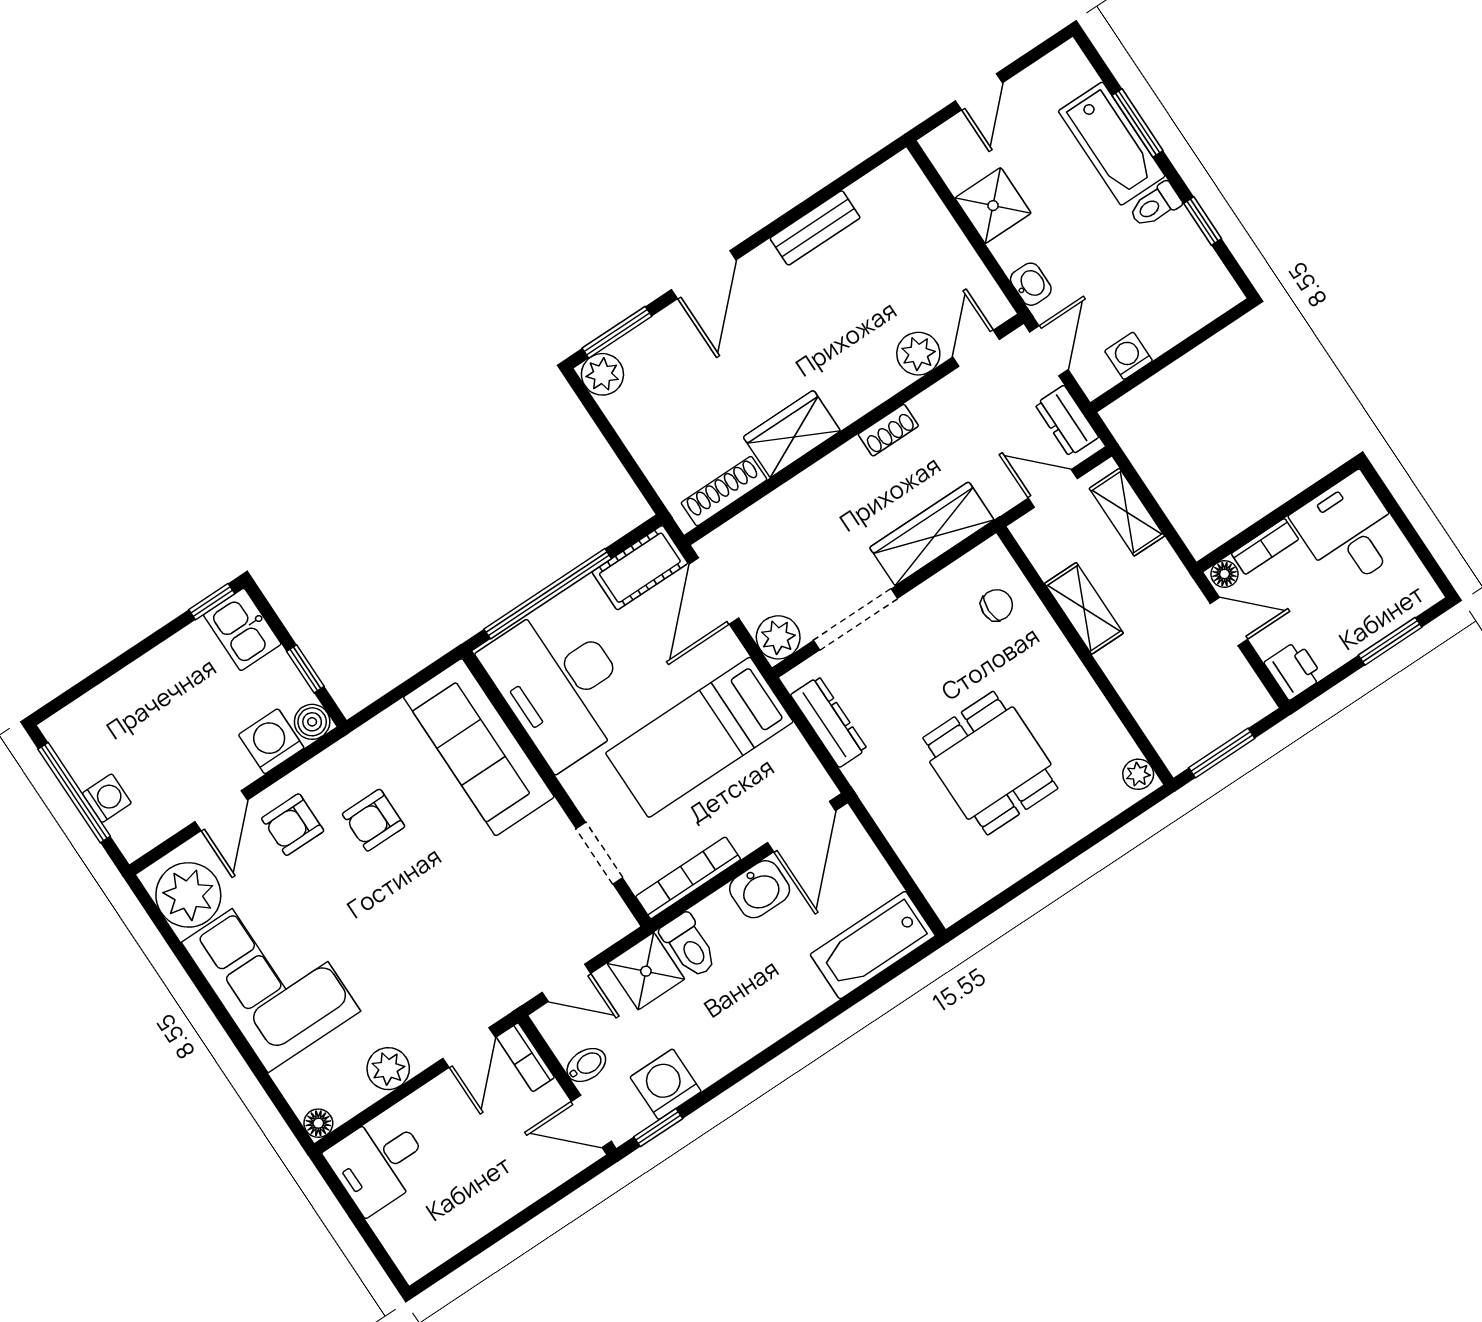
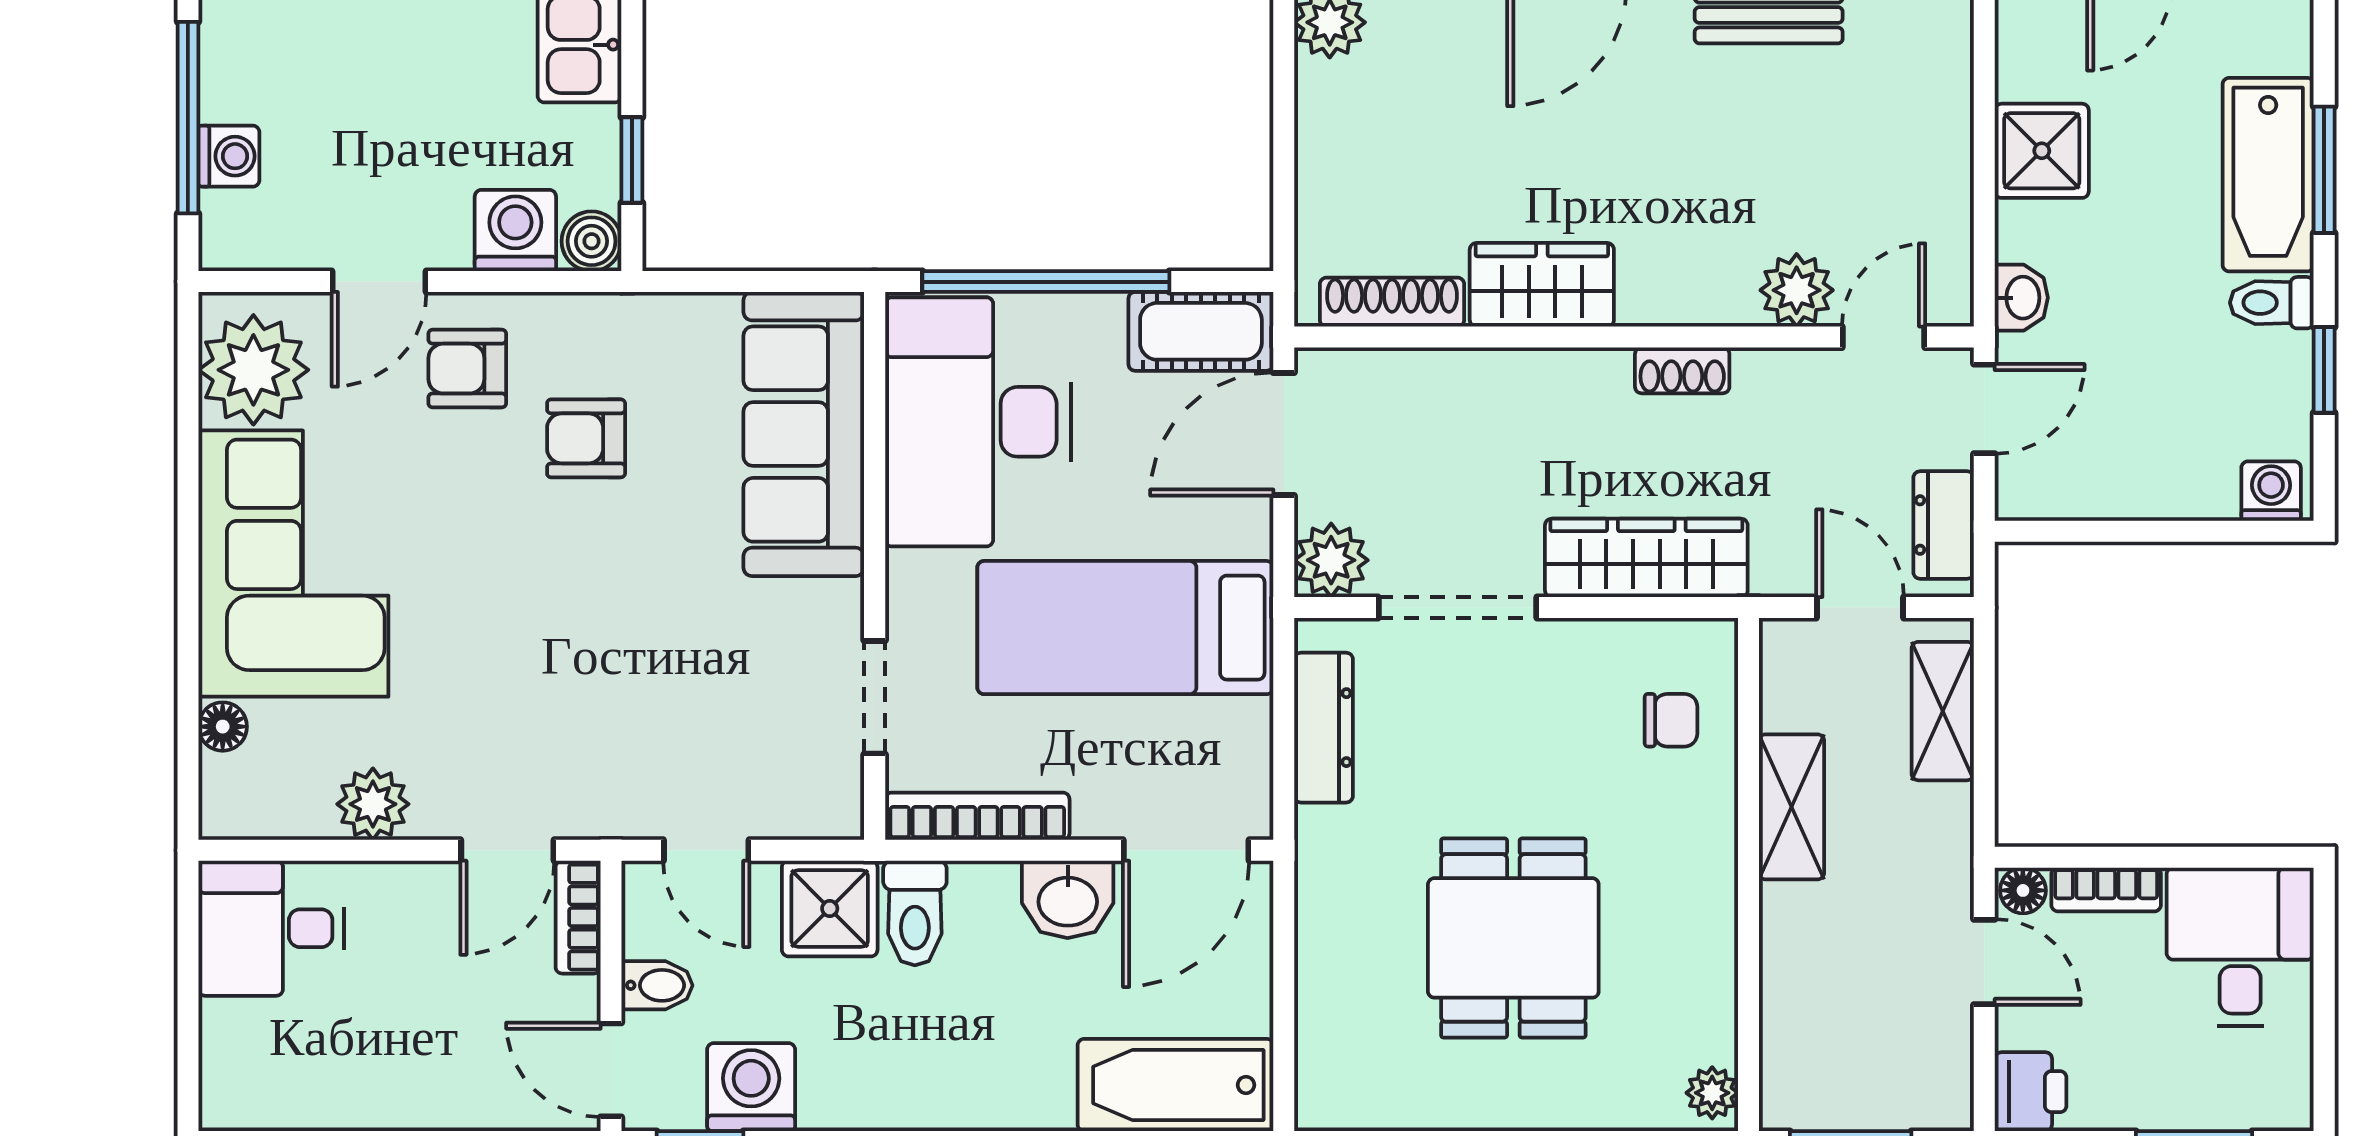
washing machine: (1128, 356) -> (2271, 491), moved
floor lamp: (318, 1123) -> (223, 727), moved

